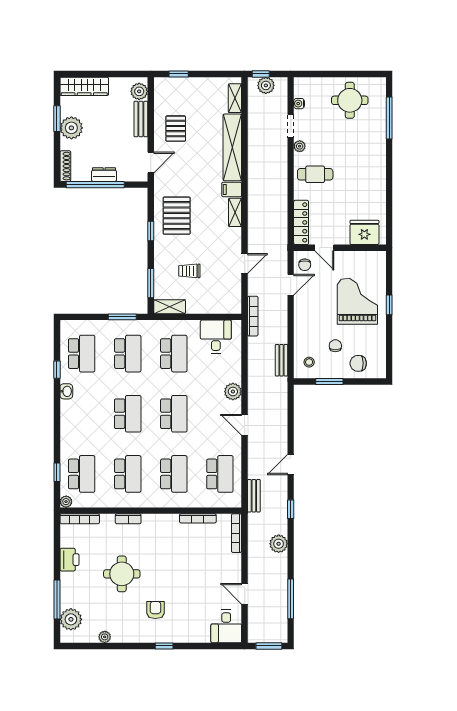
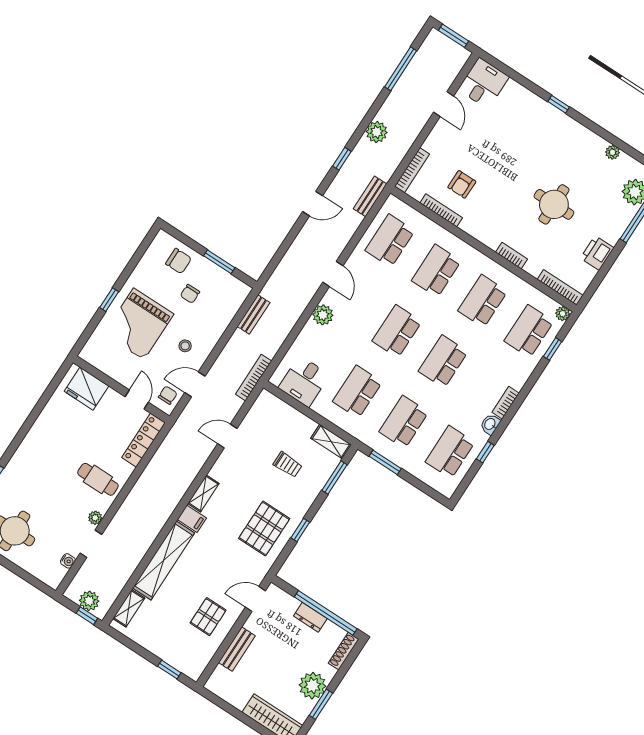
plant: (139, 91) -> (220, 678), removed
stool: (309, 362) -> (185, 346), moved
bookcase: (65, 413) -> (506, 403), added
armchair: (155, 610) -> (462, 184), moved

